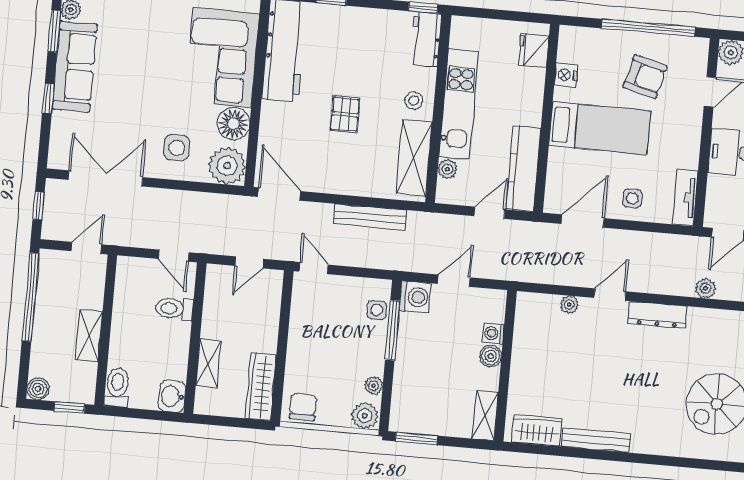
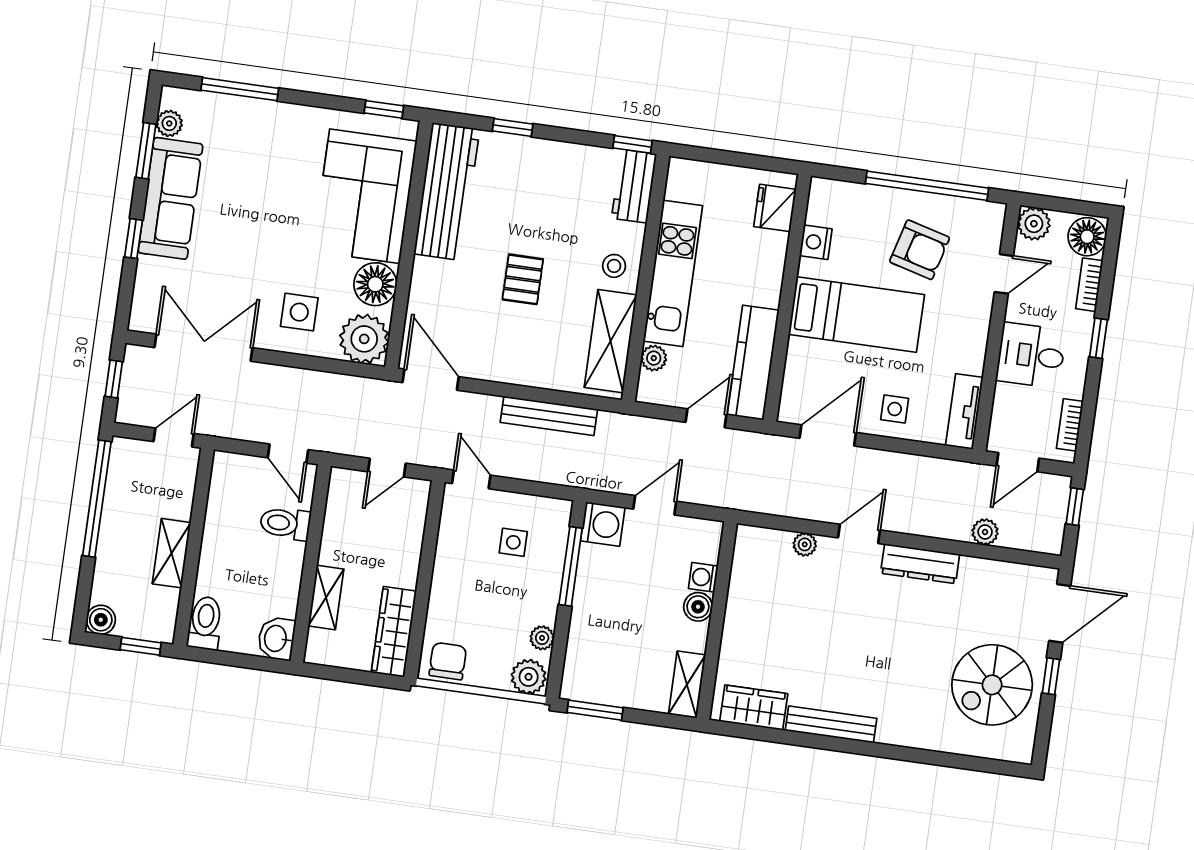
side table: (377, 310) -> (513, 542), moved

